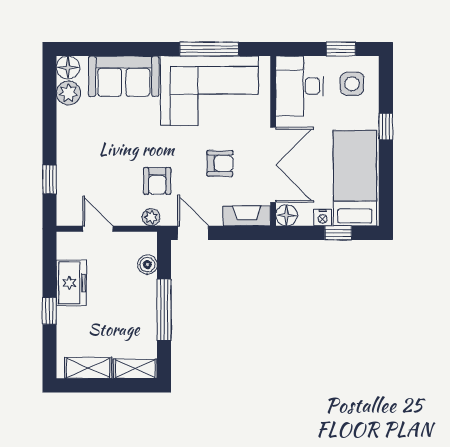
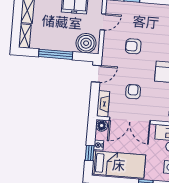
armchair: (220, 163) -> (133, 92), turned 180
armchair: (157, 181) -> (133, 46), moved
plant: (151, 217) -> (107, 51), removed
boiler: (147, 265) -> (86, 43), width x1.86, depth x1.86

